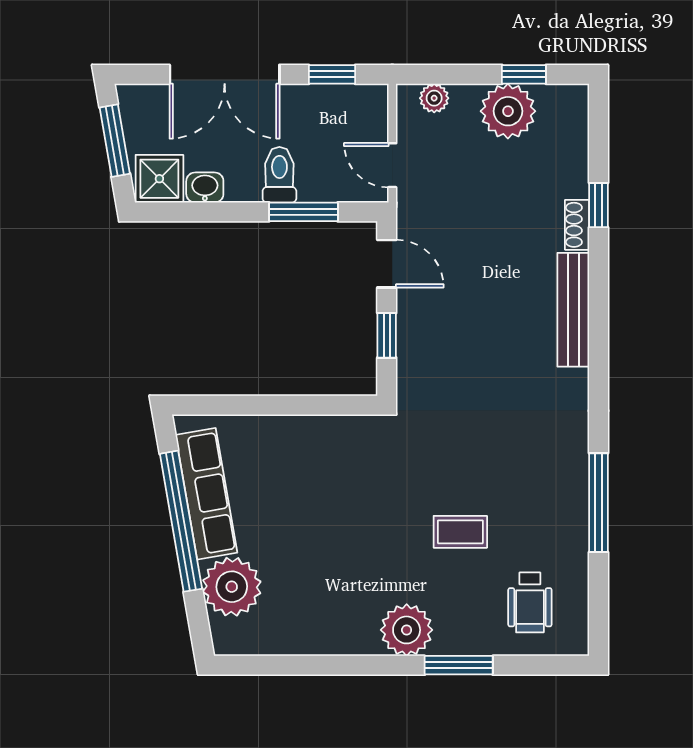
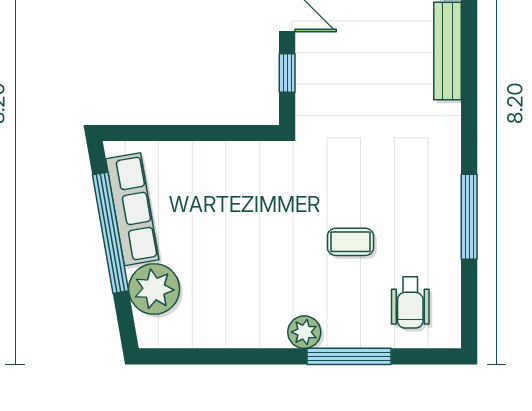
plant: (407, 630) -> (304, 332), width x0.73, depth x0.73
window: (459, 665) -> (349, 356), width x1.44

